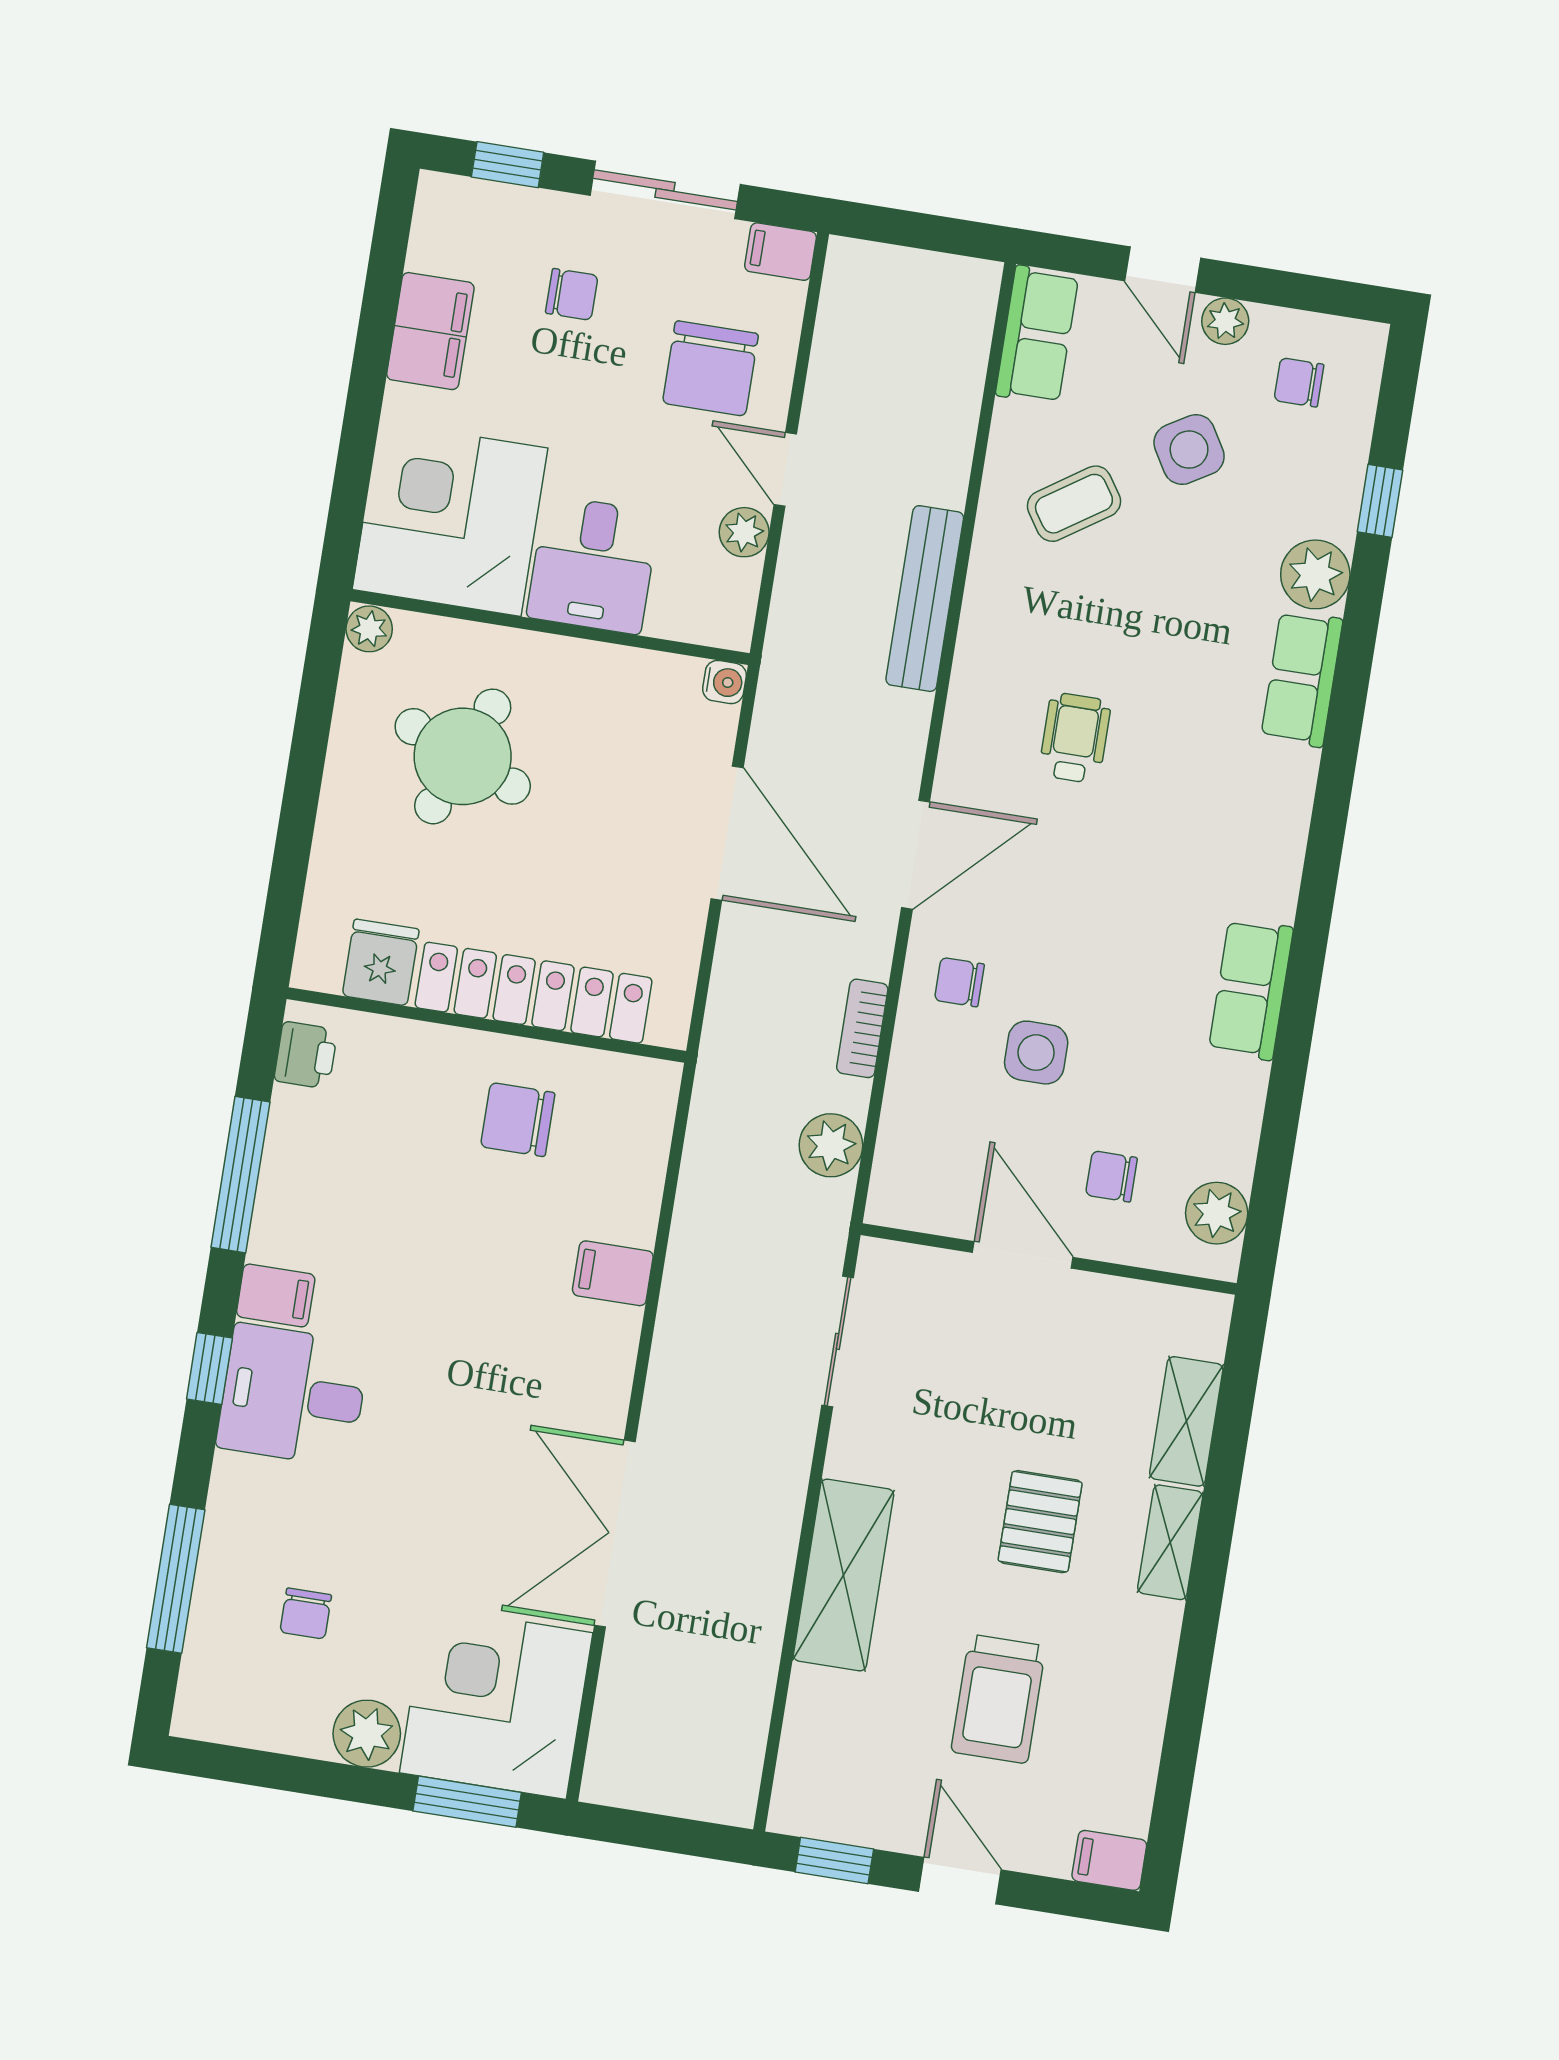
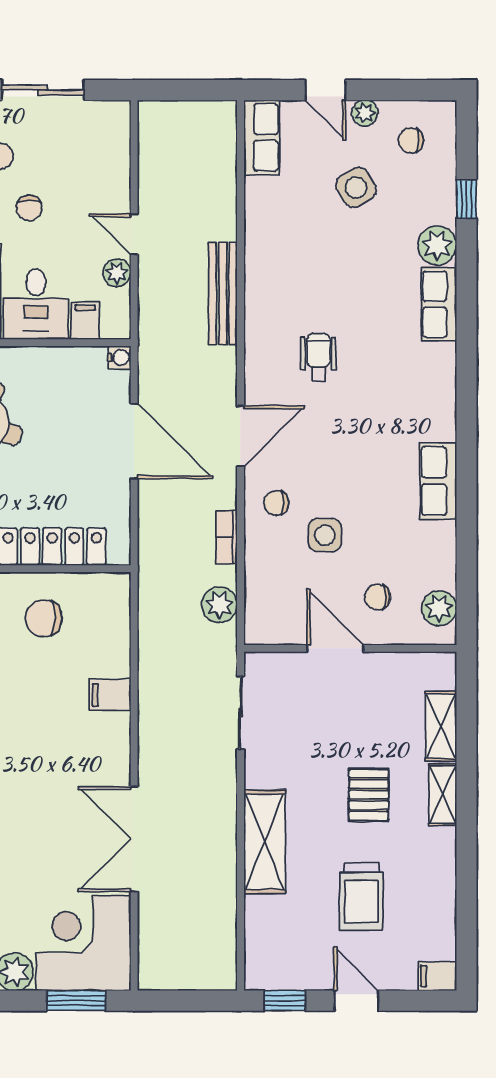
filing cabinet: (781, 252) -> (85, 321), moved, turned 90
chair: (710, 368) -> (29, 208), moved, width x0.54, depth x0.54
coffee table: (1074, 504) -> (297, 228), removed

